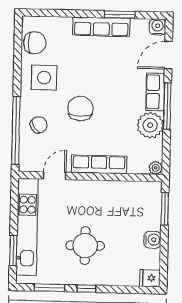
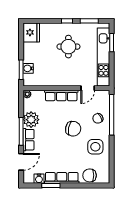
water cooler: (158, 27) -> (39, 179), moved
chair: (35, 43) -> (90, 175), moved
chair: (80, 108) -> (73, 129), turned -79
water cooler: (152, 240) -> (28, 68), moved
fridge: (150, 278) -> (31, 32), width x1.88, depth x1.34

